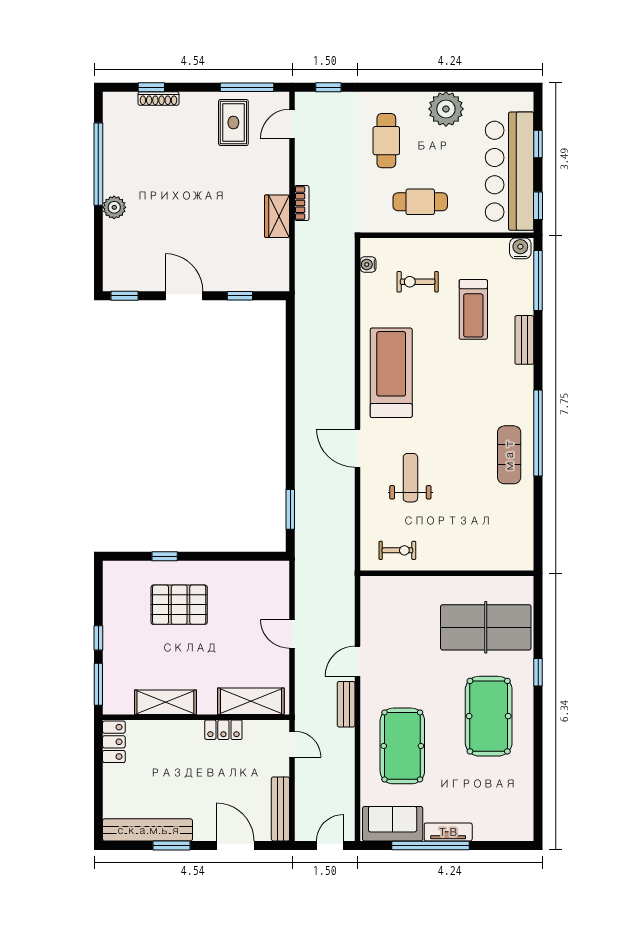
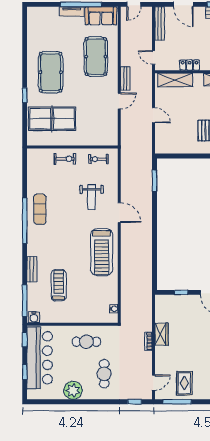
exercise bike: (418, 282) -> (65, 159), moved

